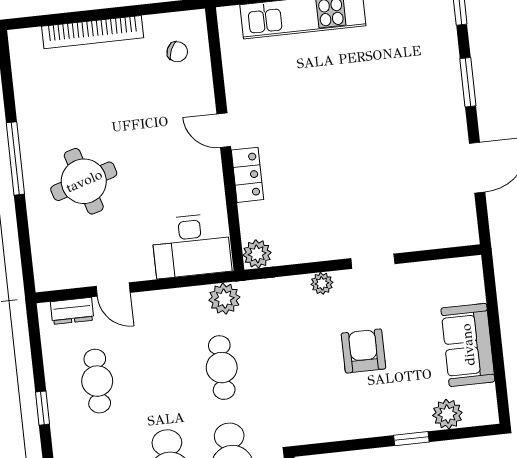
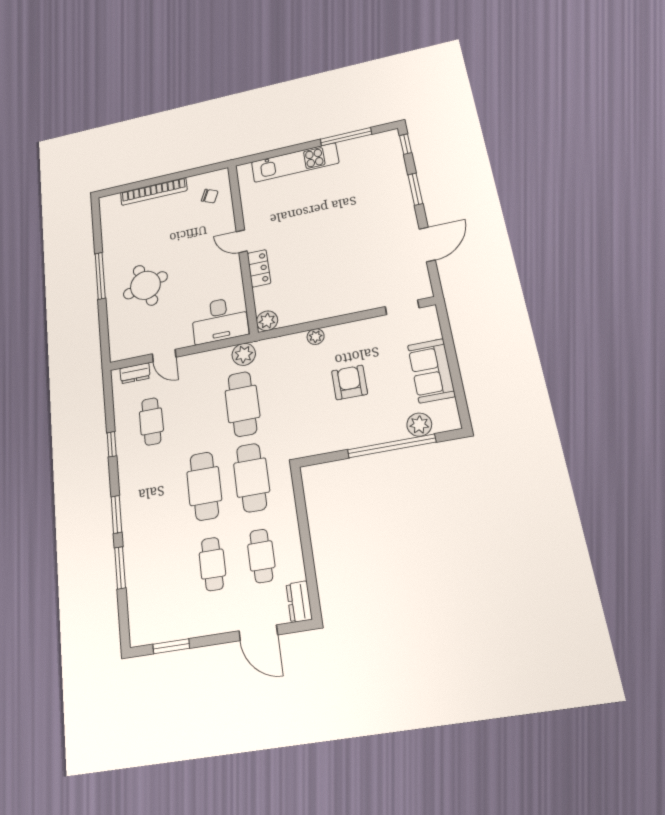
doorway: (373, 261) -> (402, 307), moved
cafe table: (222, 368) -> (242, 404), width x1.37, depth x1.35
window: (411, 439) -> (392, 446), width x3.17

